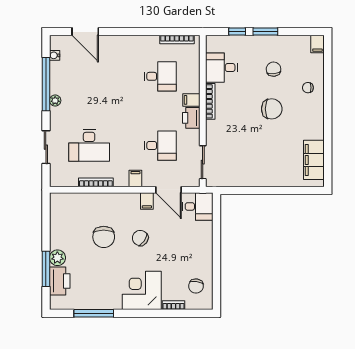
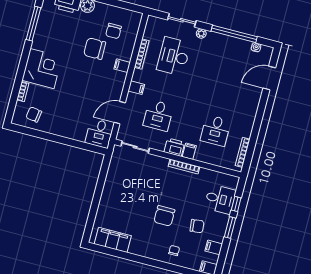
filing cabinet: (293, 44) -> (214, 247), added
desk: (222, 68) -> (220, 199), moved, turned 90
plant: (55, 101) -> (201, 33), moved
filing cabinet: (147, 201) -> (122, 66), moved
chair: (140, 238) -> (114, 31), moved, turned 145

